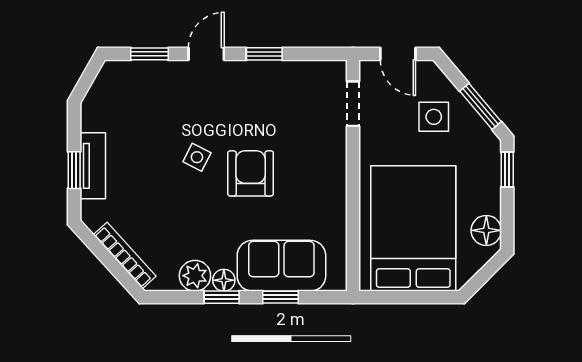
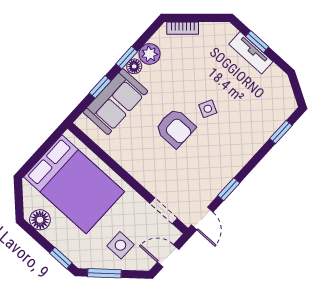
door: (206, 54) -> (202, 218), moved
bookcase: (125, 255) -> (183, 28), width x0.64

